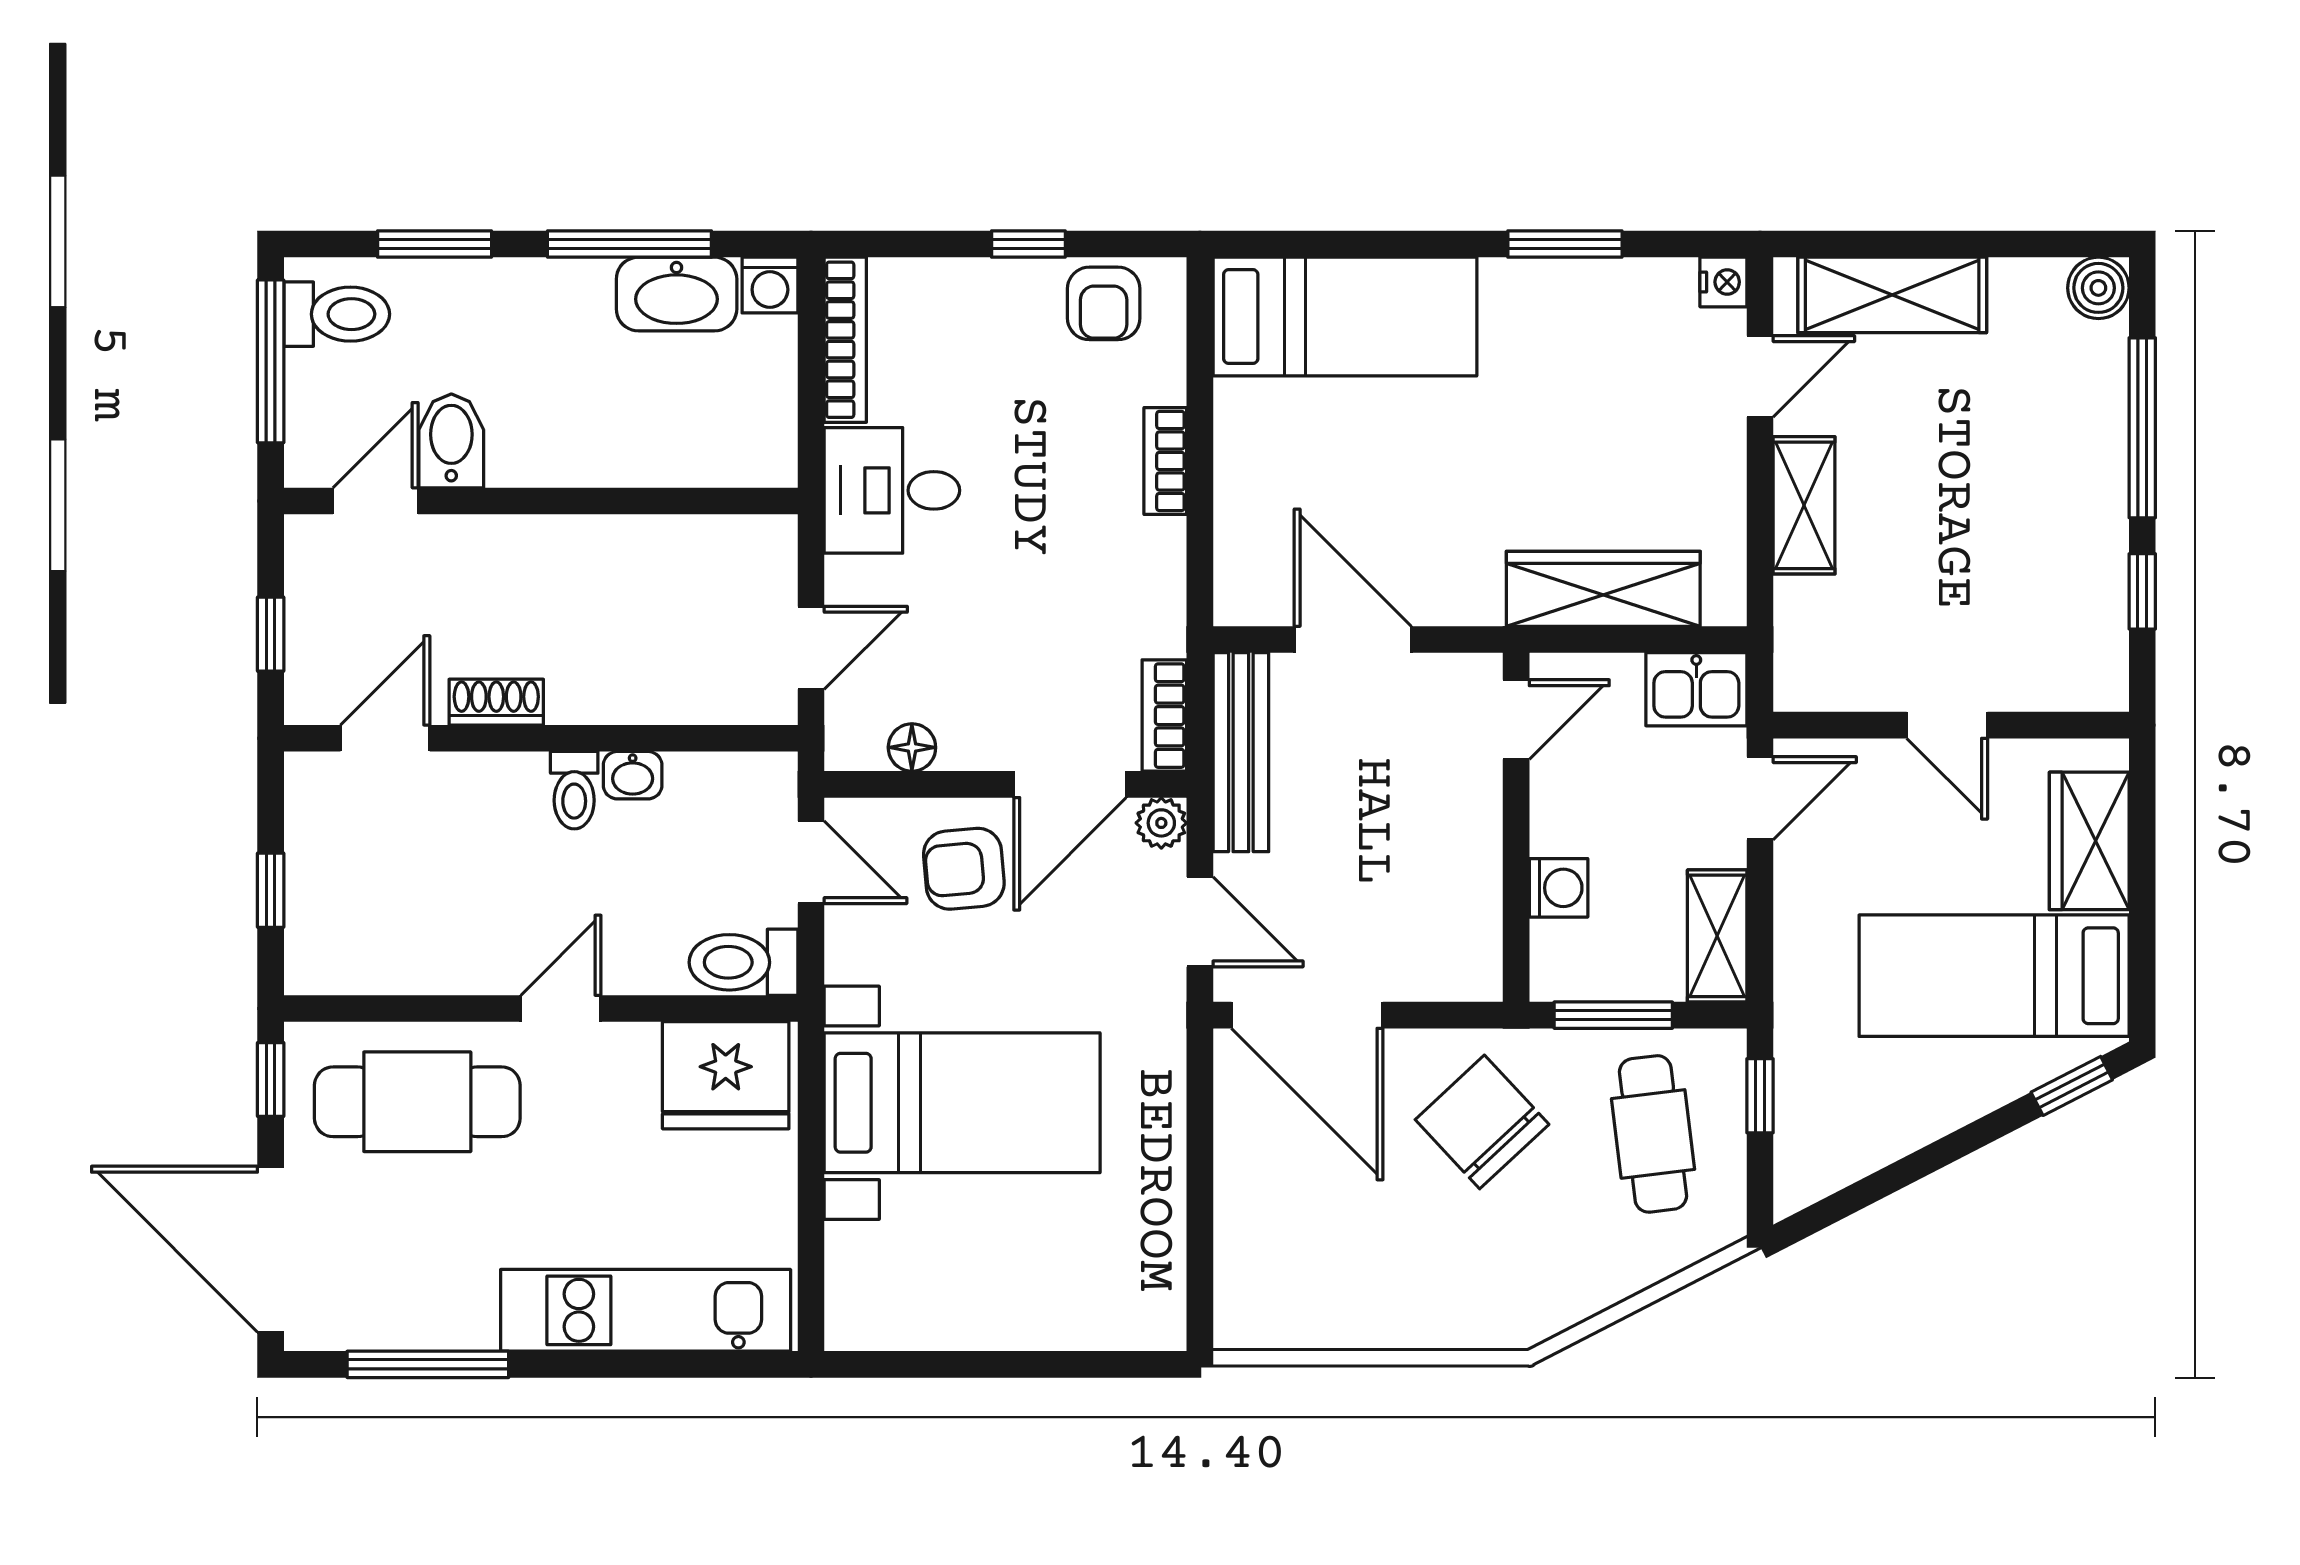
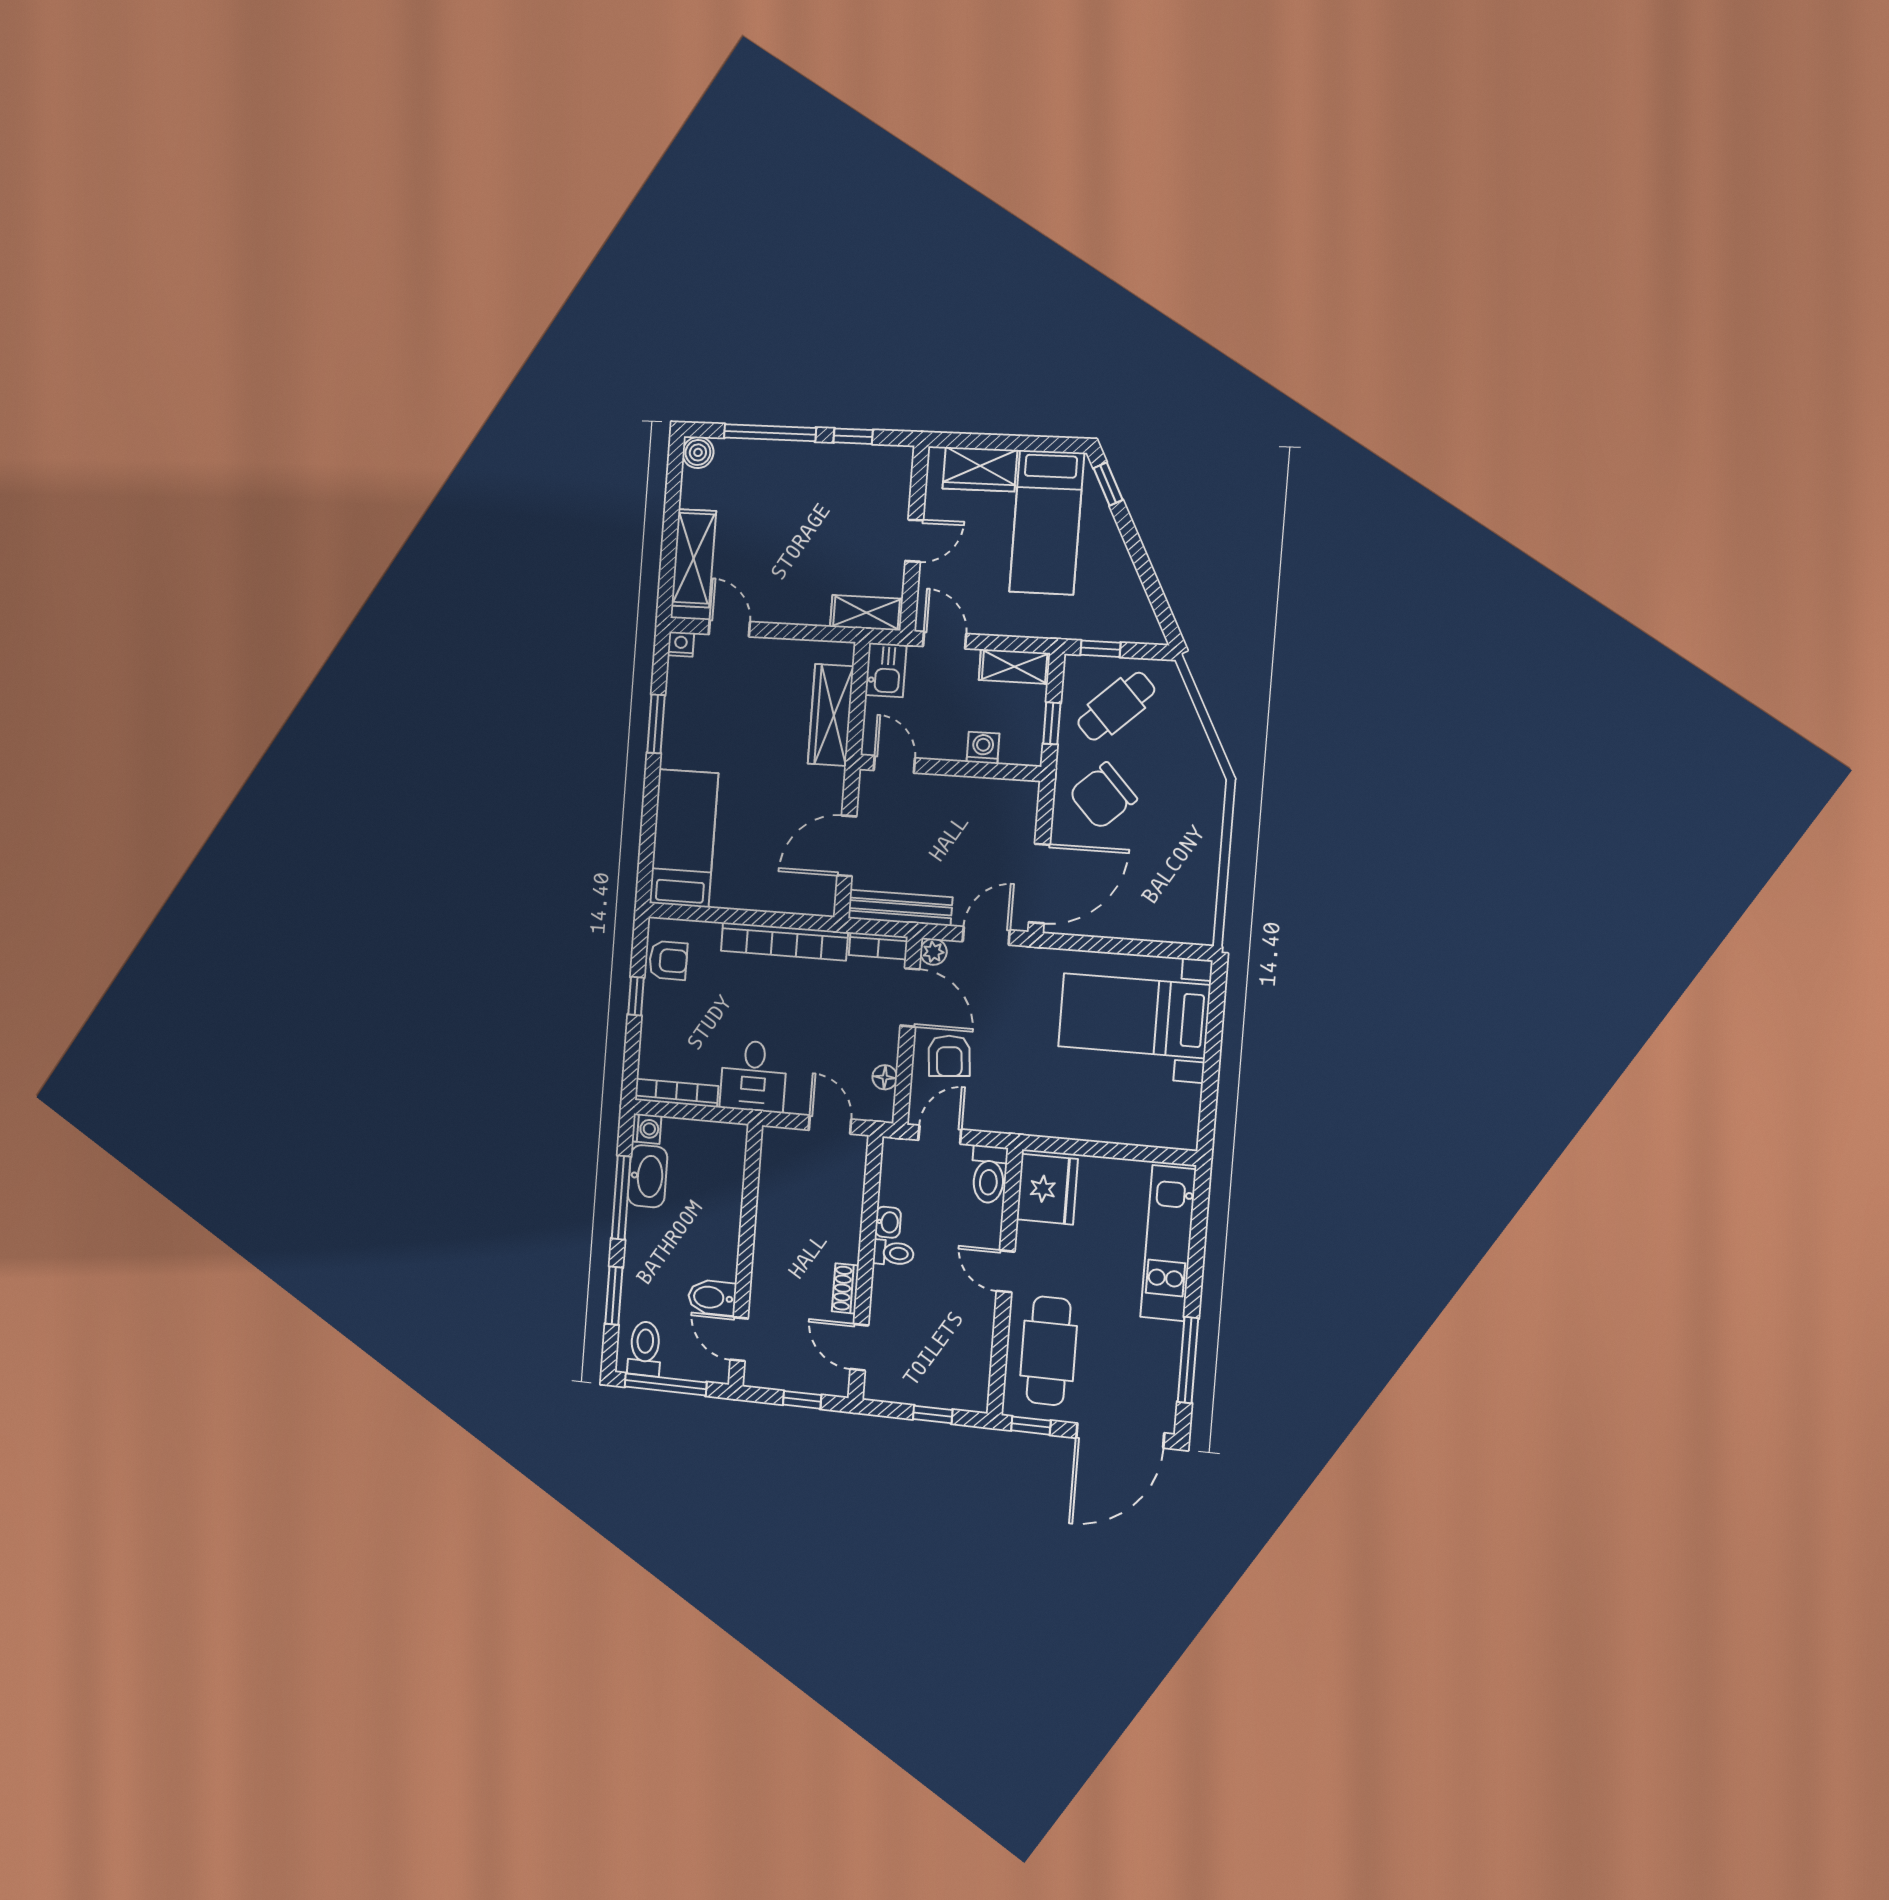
bookcase: (1165, 461) -> (784, 941), width x2.31, depth x1.31
shelving: (1804, 505) -> (866, 613), moved
window: (1613, 1015) -> (1052, 723), width x0.67
bed with nightstands: (962, 1103) -> (1134, 1016), moved, turned -90
cafe table: (1653, 1134) -> (1116, 706), turned -36

